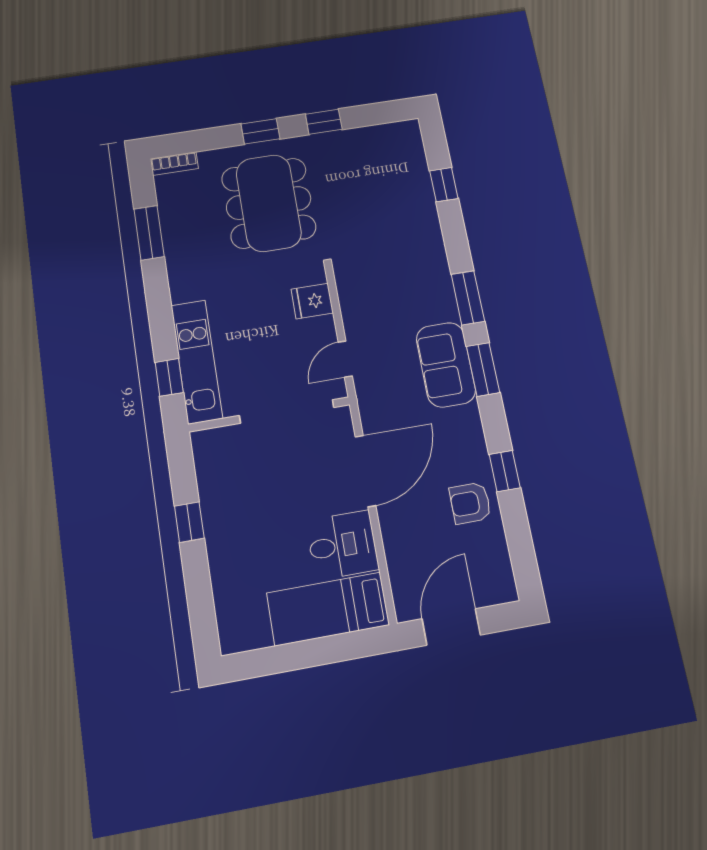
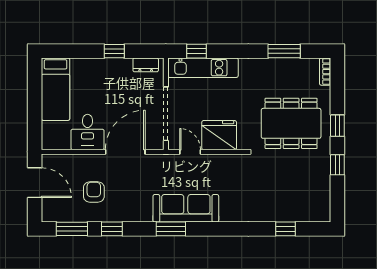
window: (468, 298) -> (72, 229), moved
fridge: (312, 301) -> (219, 135), width x1.88, depth x1.34
sofa: (446, 365) -> (186, 208), width x1.36
dresser: (206, 461) -> (146, 65), added
door: (365, 471) -> (125, 152), swing flipped
armchair: (470, 503) -> (94, 192), moved
bed: (328, 609) -> (56, 89), moved, turned 180

